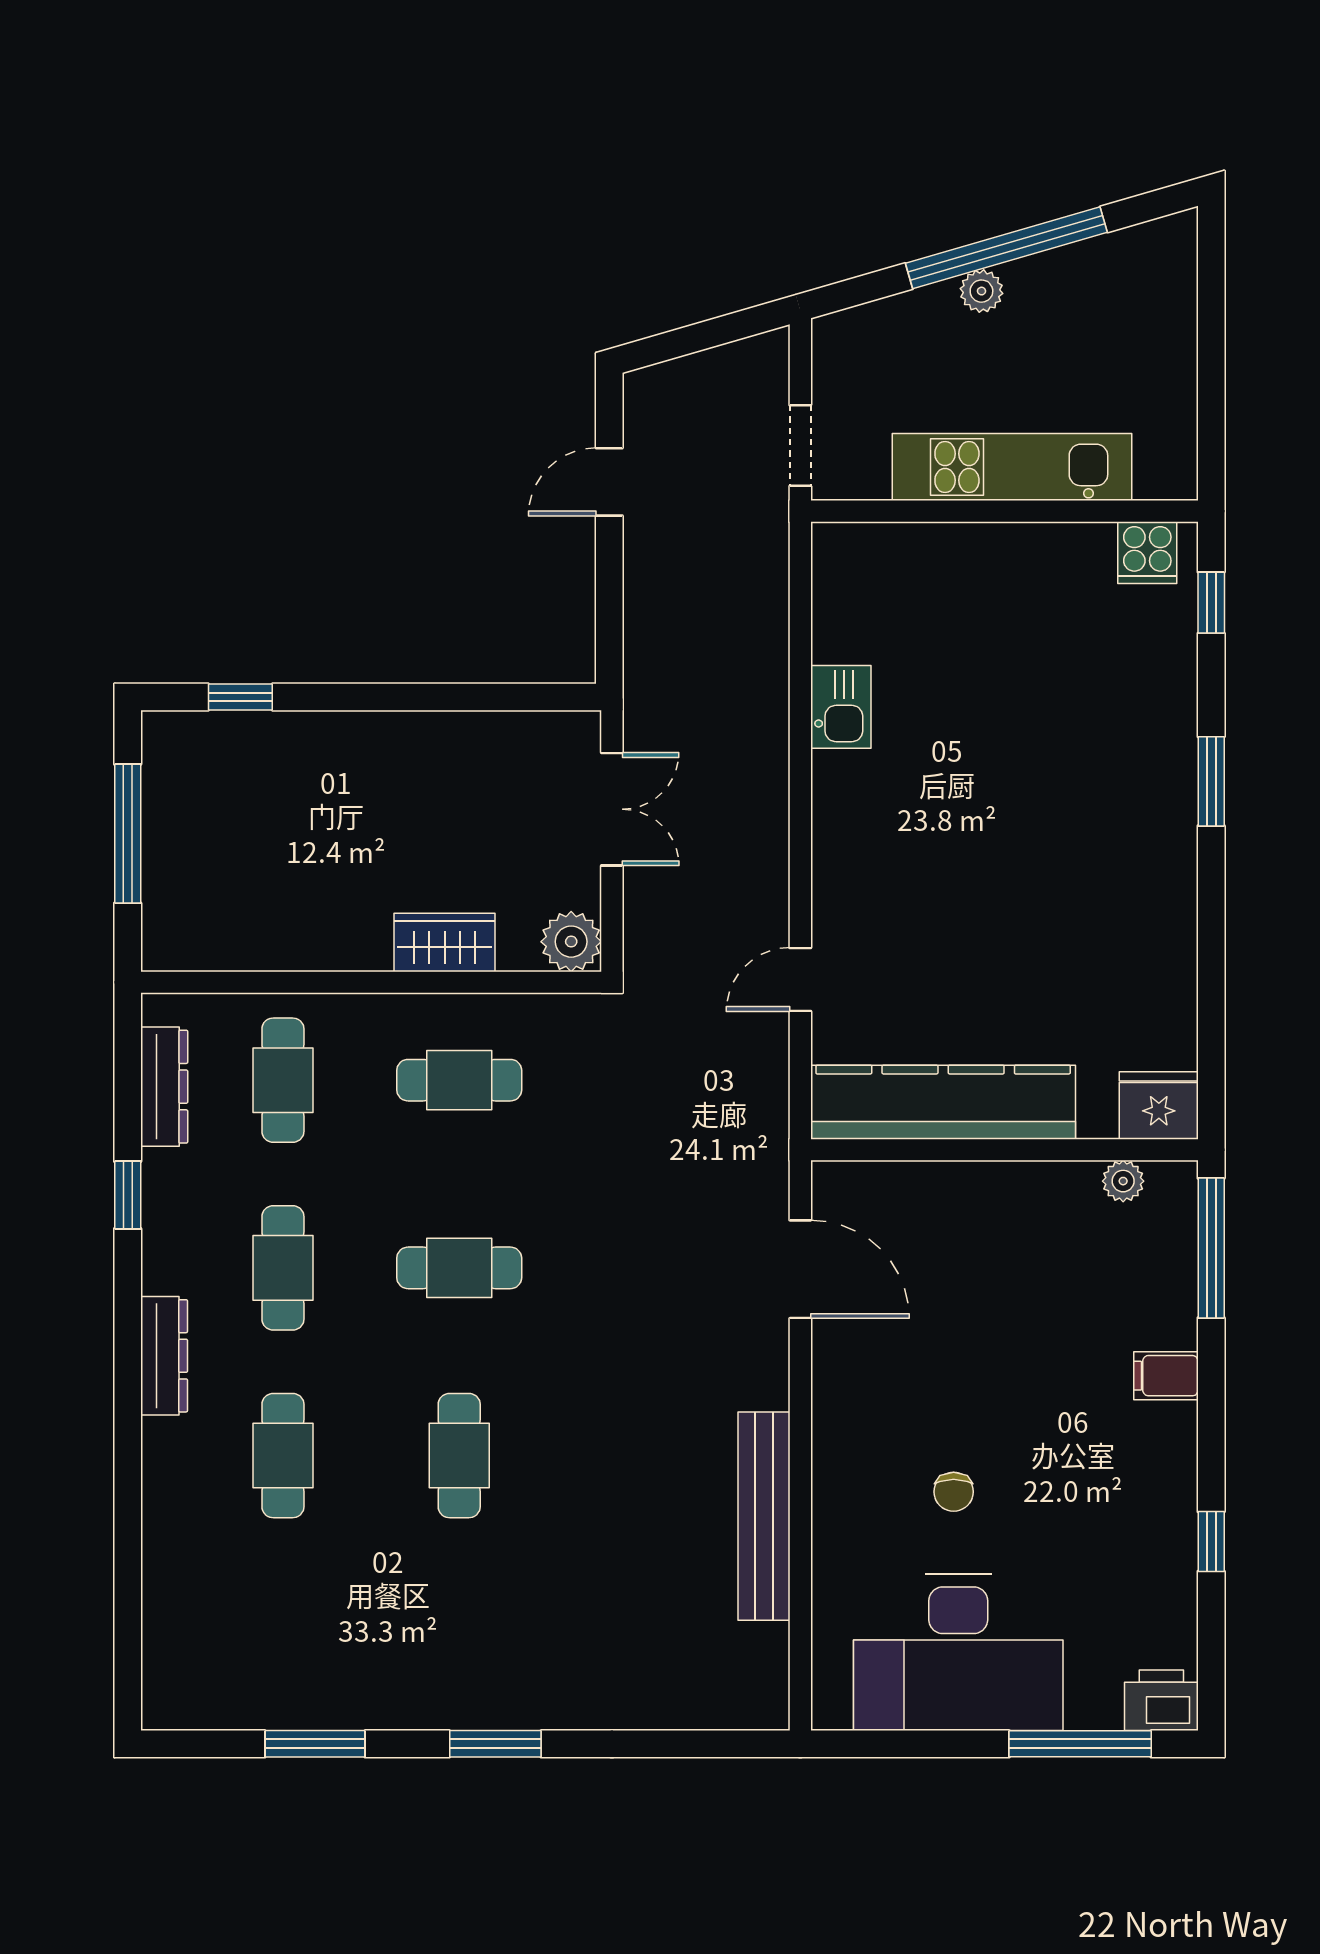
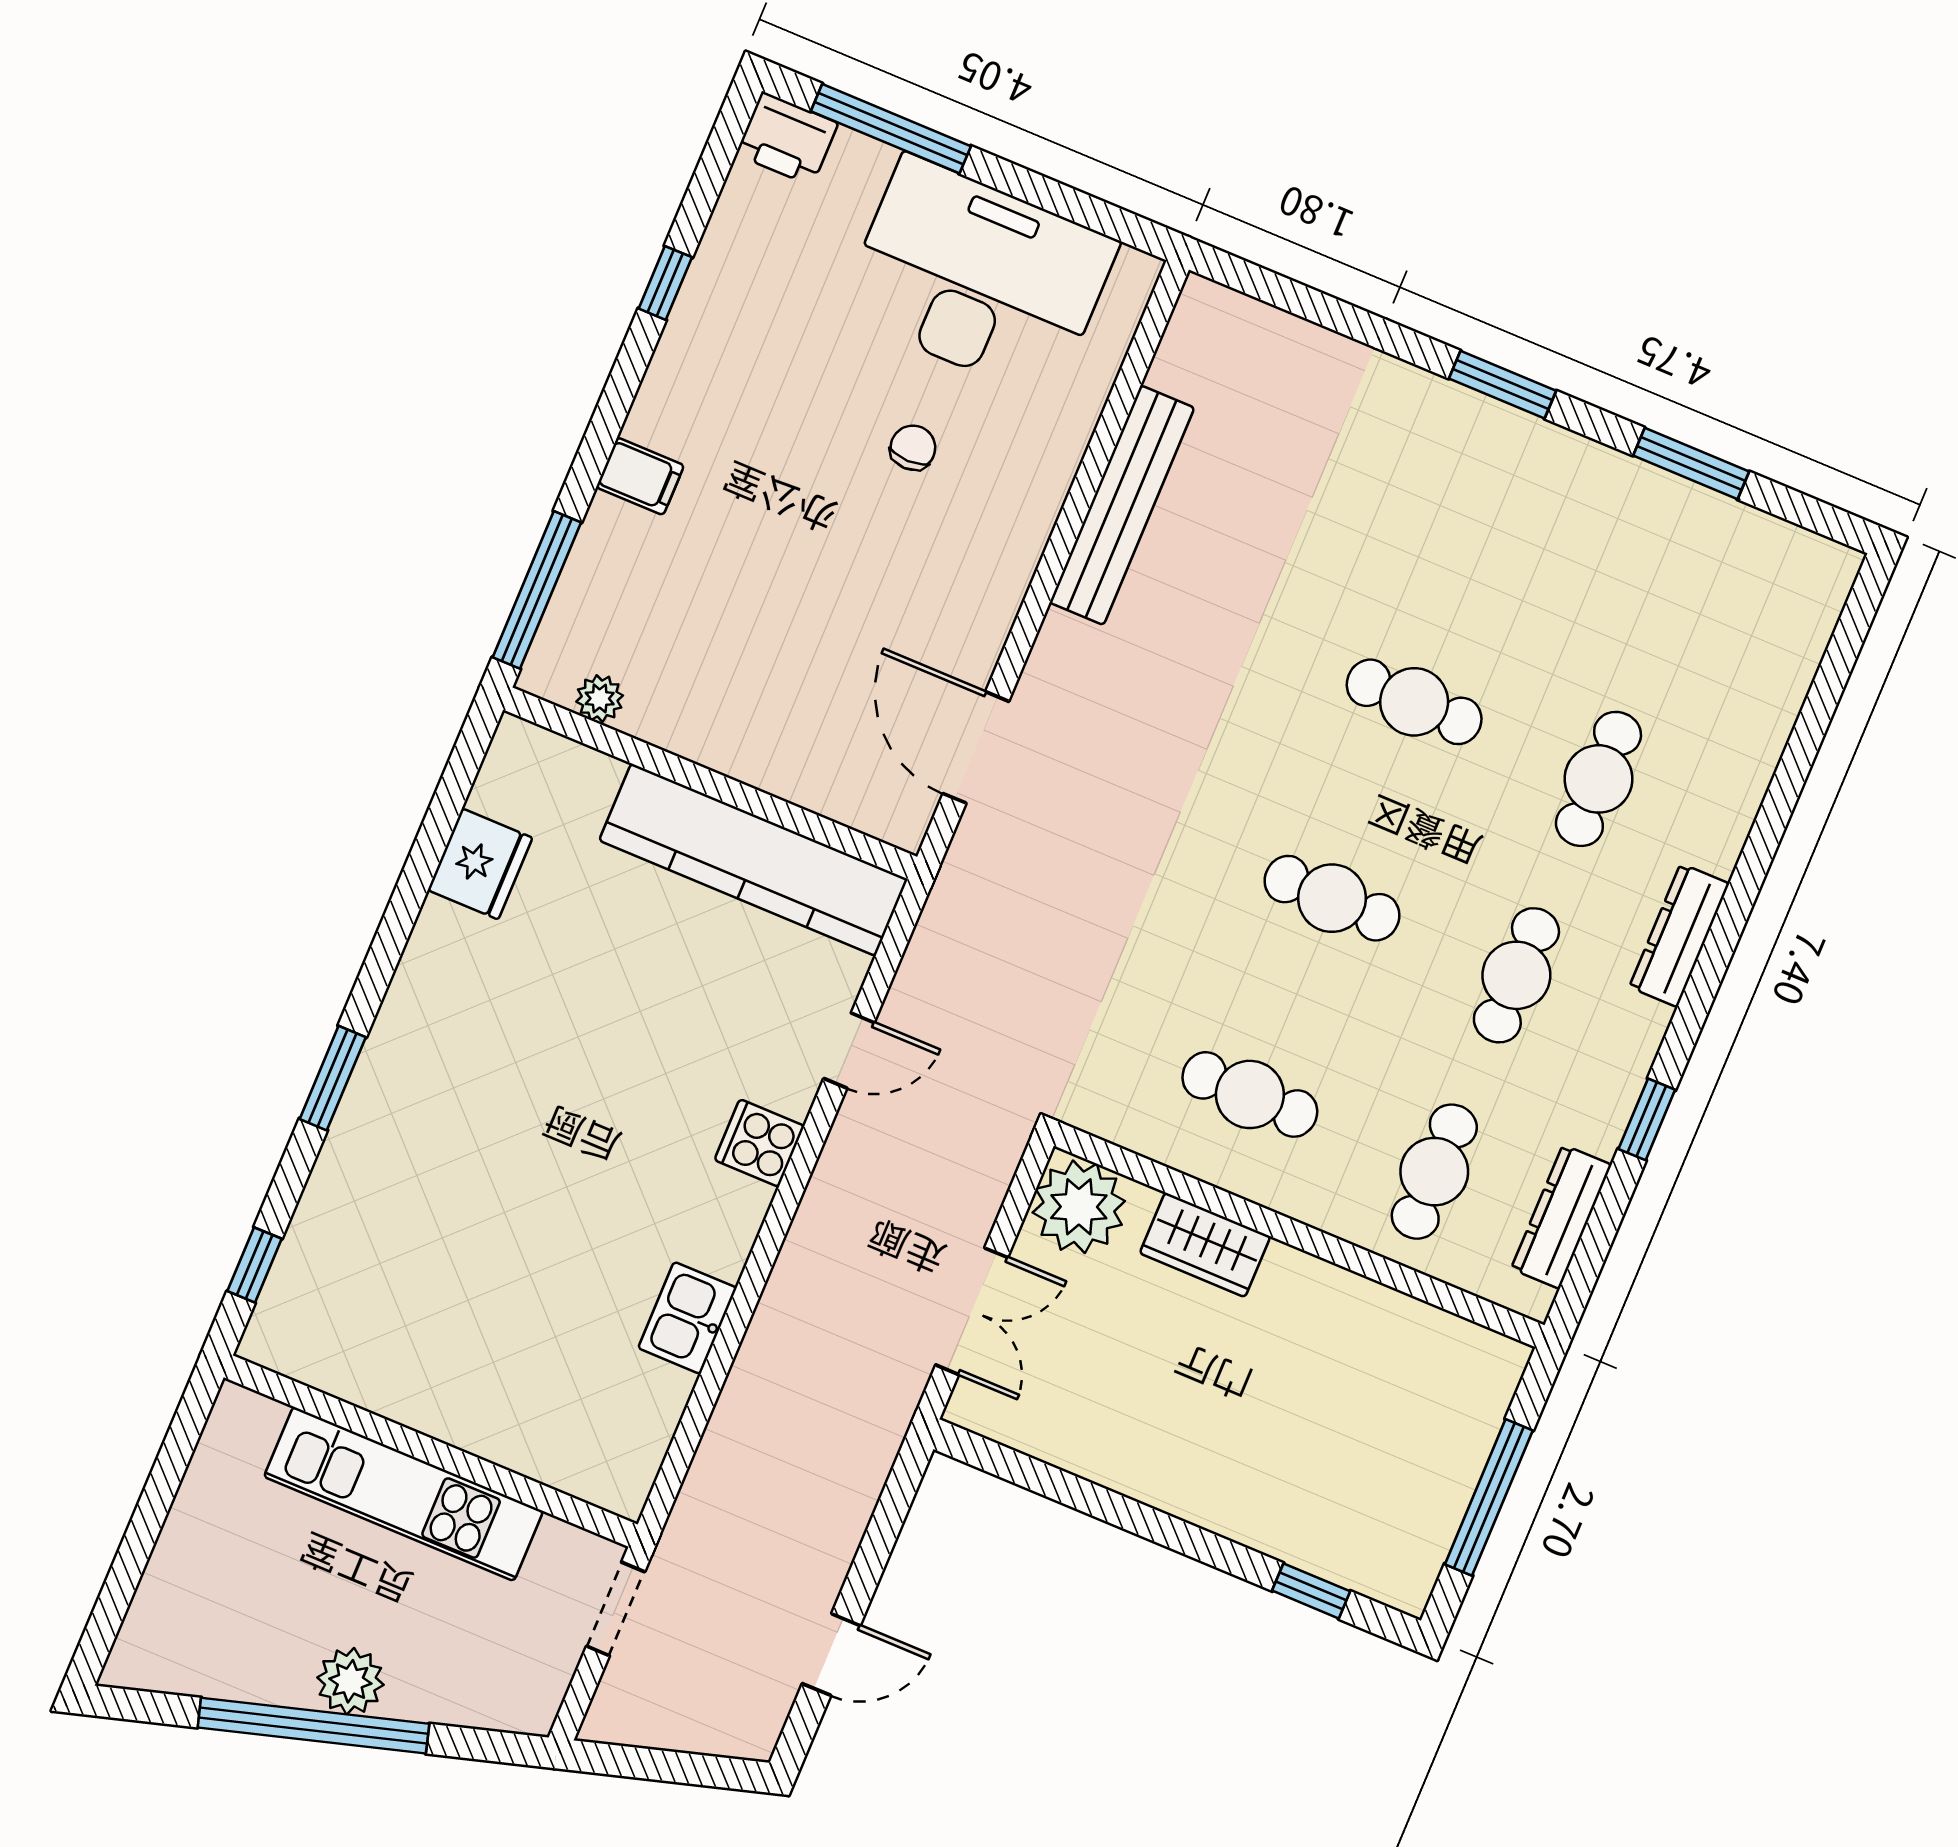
plant: (981, 291) -> (350, 1681), width x1.38, depth x1.38
cooker: (1147, 553) -> (759, 1143), moved, turned -90
double door: (612, 809) -> (972, 1311), swing flipped
plant: (571, 942) -> (1079, 1207), width x1.36, depth x1.36
fridge: (1159, 1105) -> (480, 864), moved, turned -90
cafe table: (459, 1456) -> (1414, 702), turned 90

